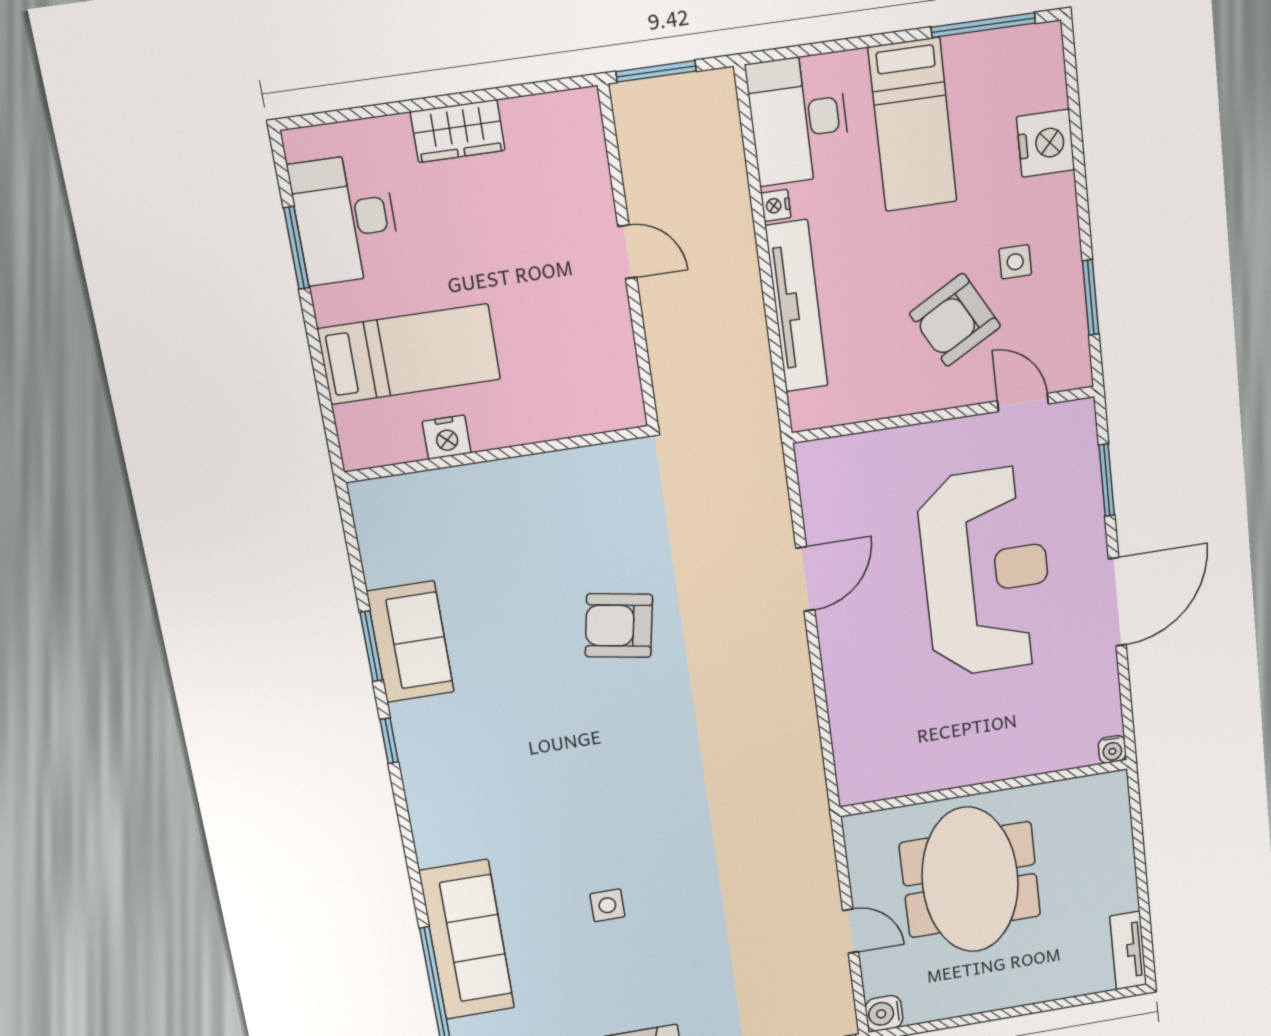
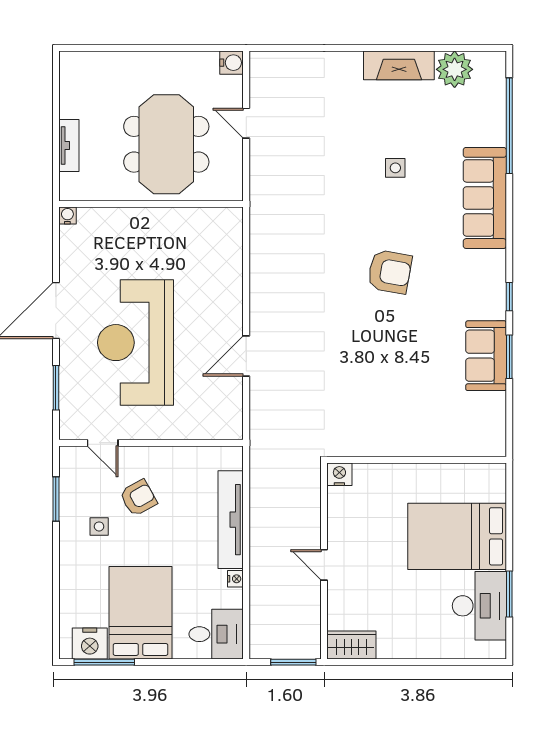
desk: (799, 119) -> (216, 634), width x0.73
bed: (913, 125) -> (140, 613), width x1.50
wardrobe: (458, 131) -> (351, 645), moved
nightstand: (1046, 143) -> (90, 644), moved, turned -90
armchair: (955, 320) -> (138, 498), width x0.72, depth x0.72
bed: (409, 354) -> (457, 536), width x1.50
nightstand: (447, 437) -> (339, 474), moved
armchair: (619, 626) -> (390, 272), moved
sofa: (467, 940) -> (485, 198), moved
tv unit: (1128, 950) -> (69, 146), moved

